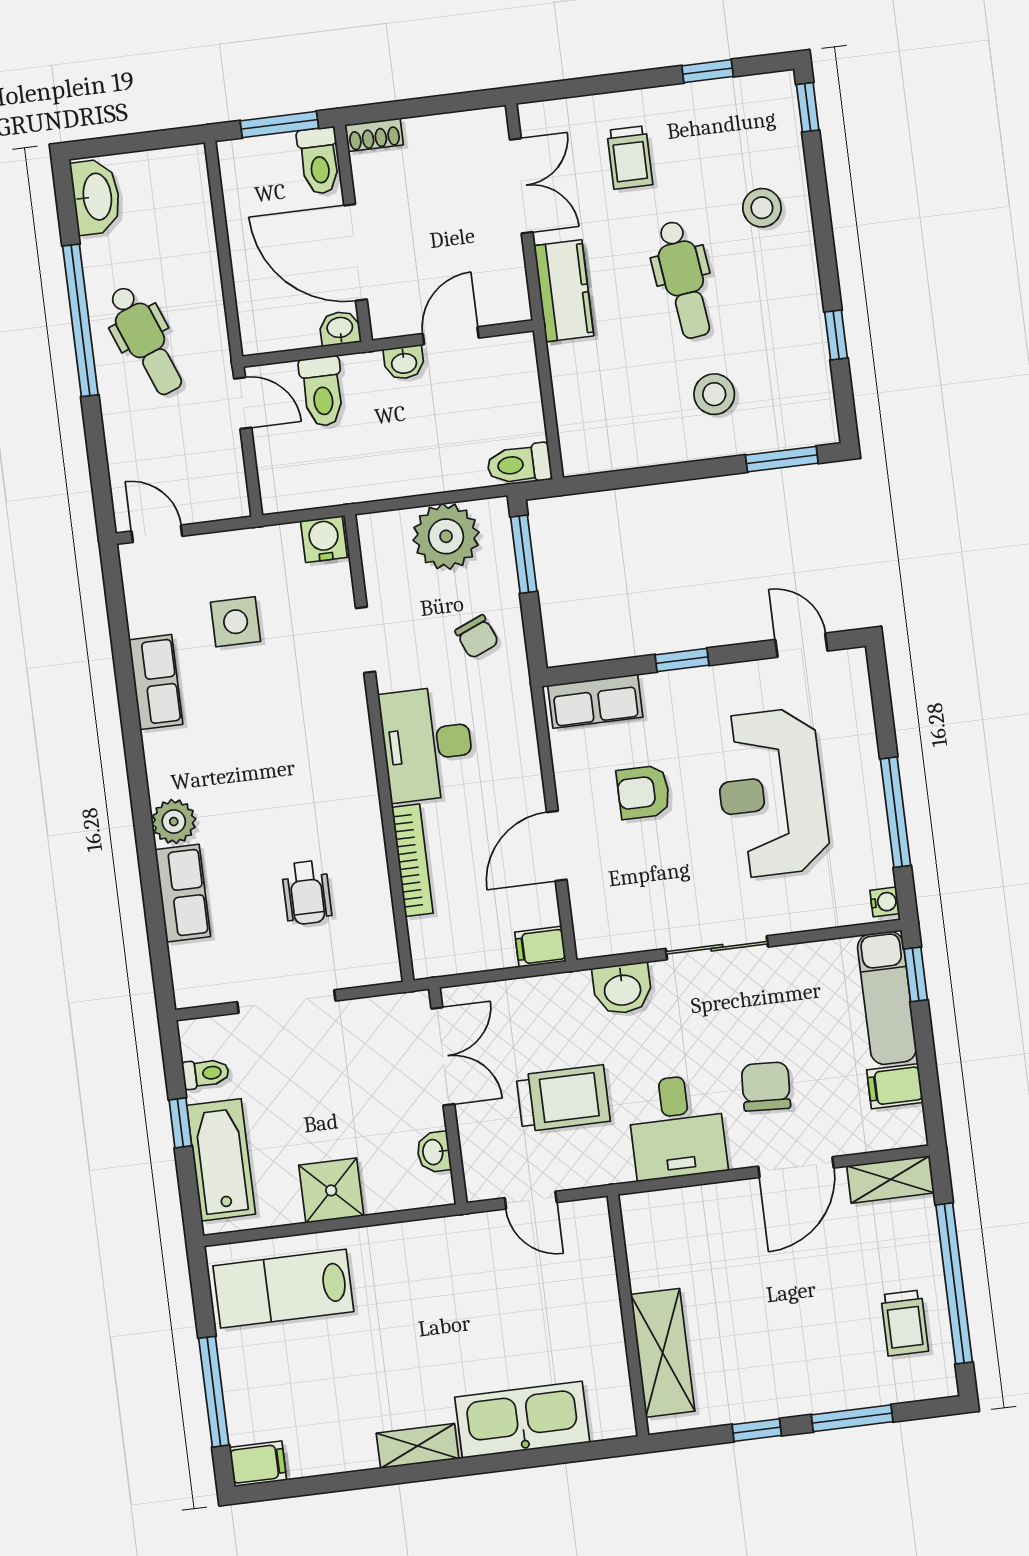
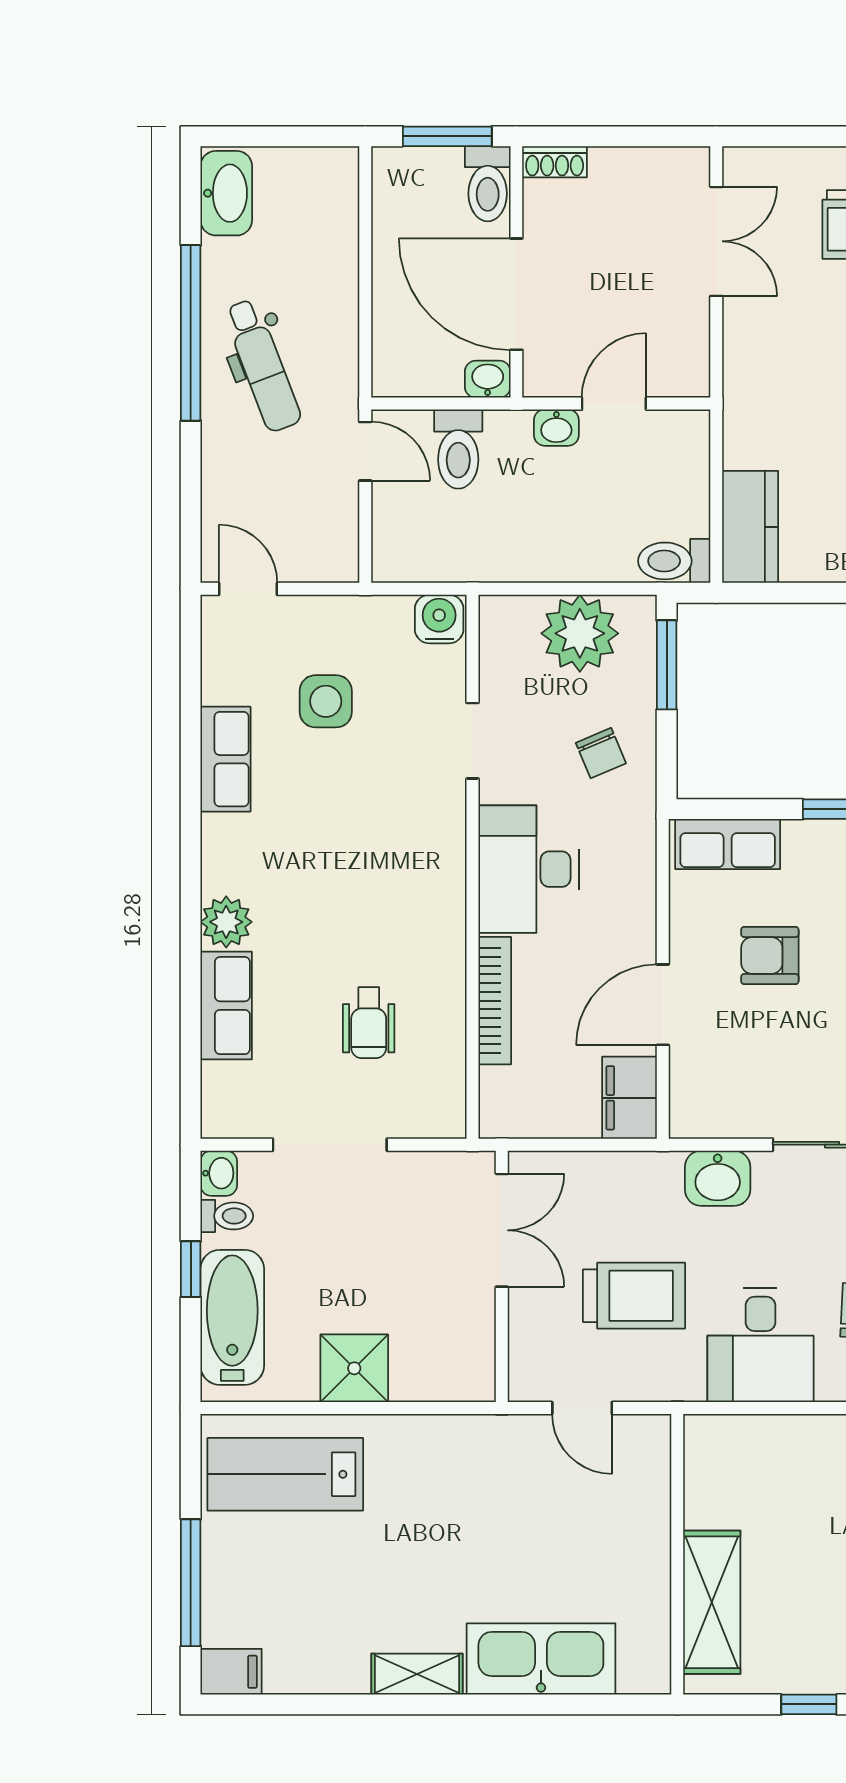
kitchen counter: (564, 291) -> (750, 527), moved
filing cabinet: (540, 947) -> (629, 1098), width x2.00
washbasin: (434, 1152) -> (219, 1173), moved, turned 180

